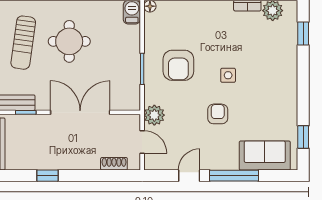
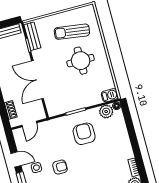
armchair: (178, 65) -> (84, 134), turned 90
side table: (228, 75) -> (36, 168), moved
double door: (80, 112) -> (37, 80), swing flipped
plant: (154, 115) -> (106, 112), moved

